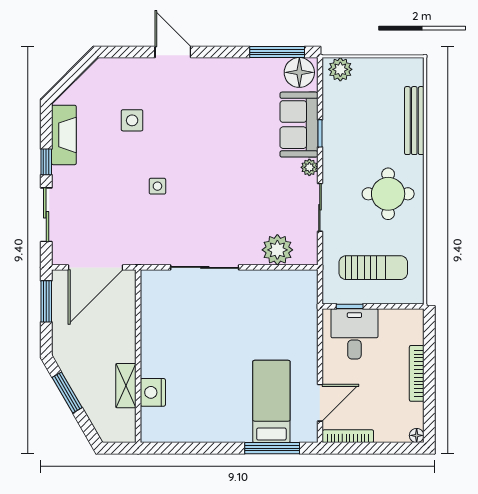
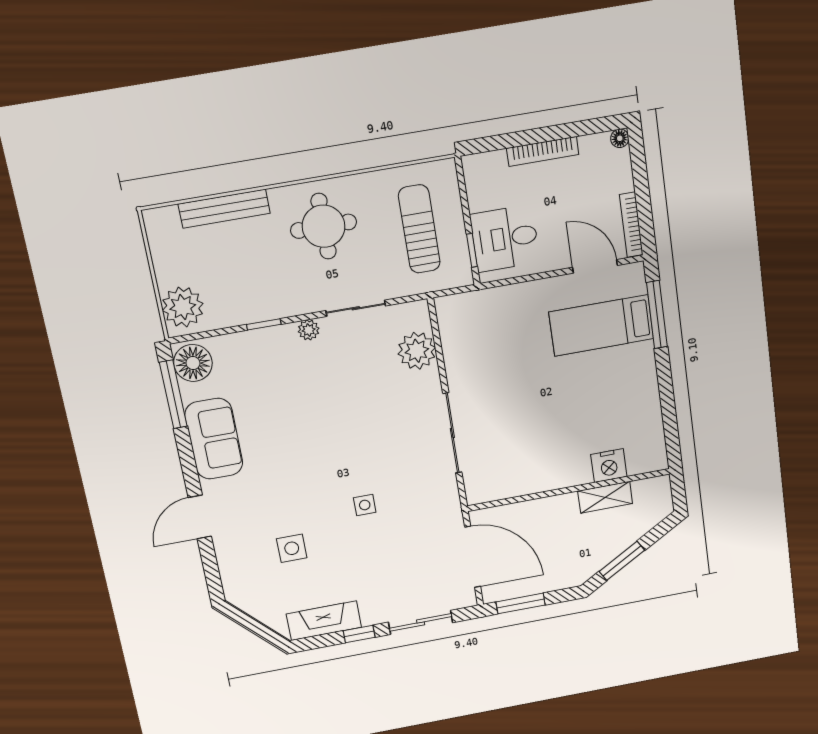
plant: (340, 69) -> (183, 307), width x1.36, depth x1.36
sofa: (299, 125) -> (214, 439), moved, turned -90

